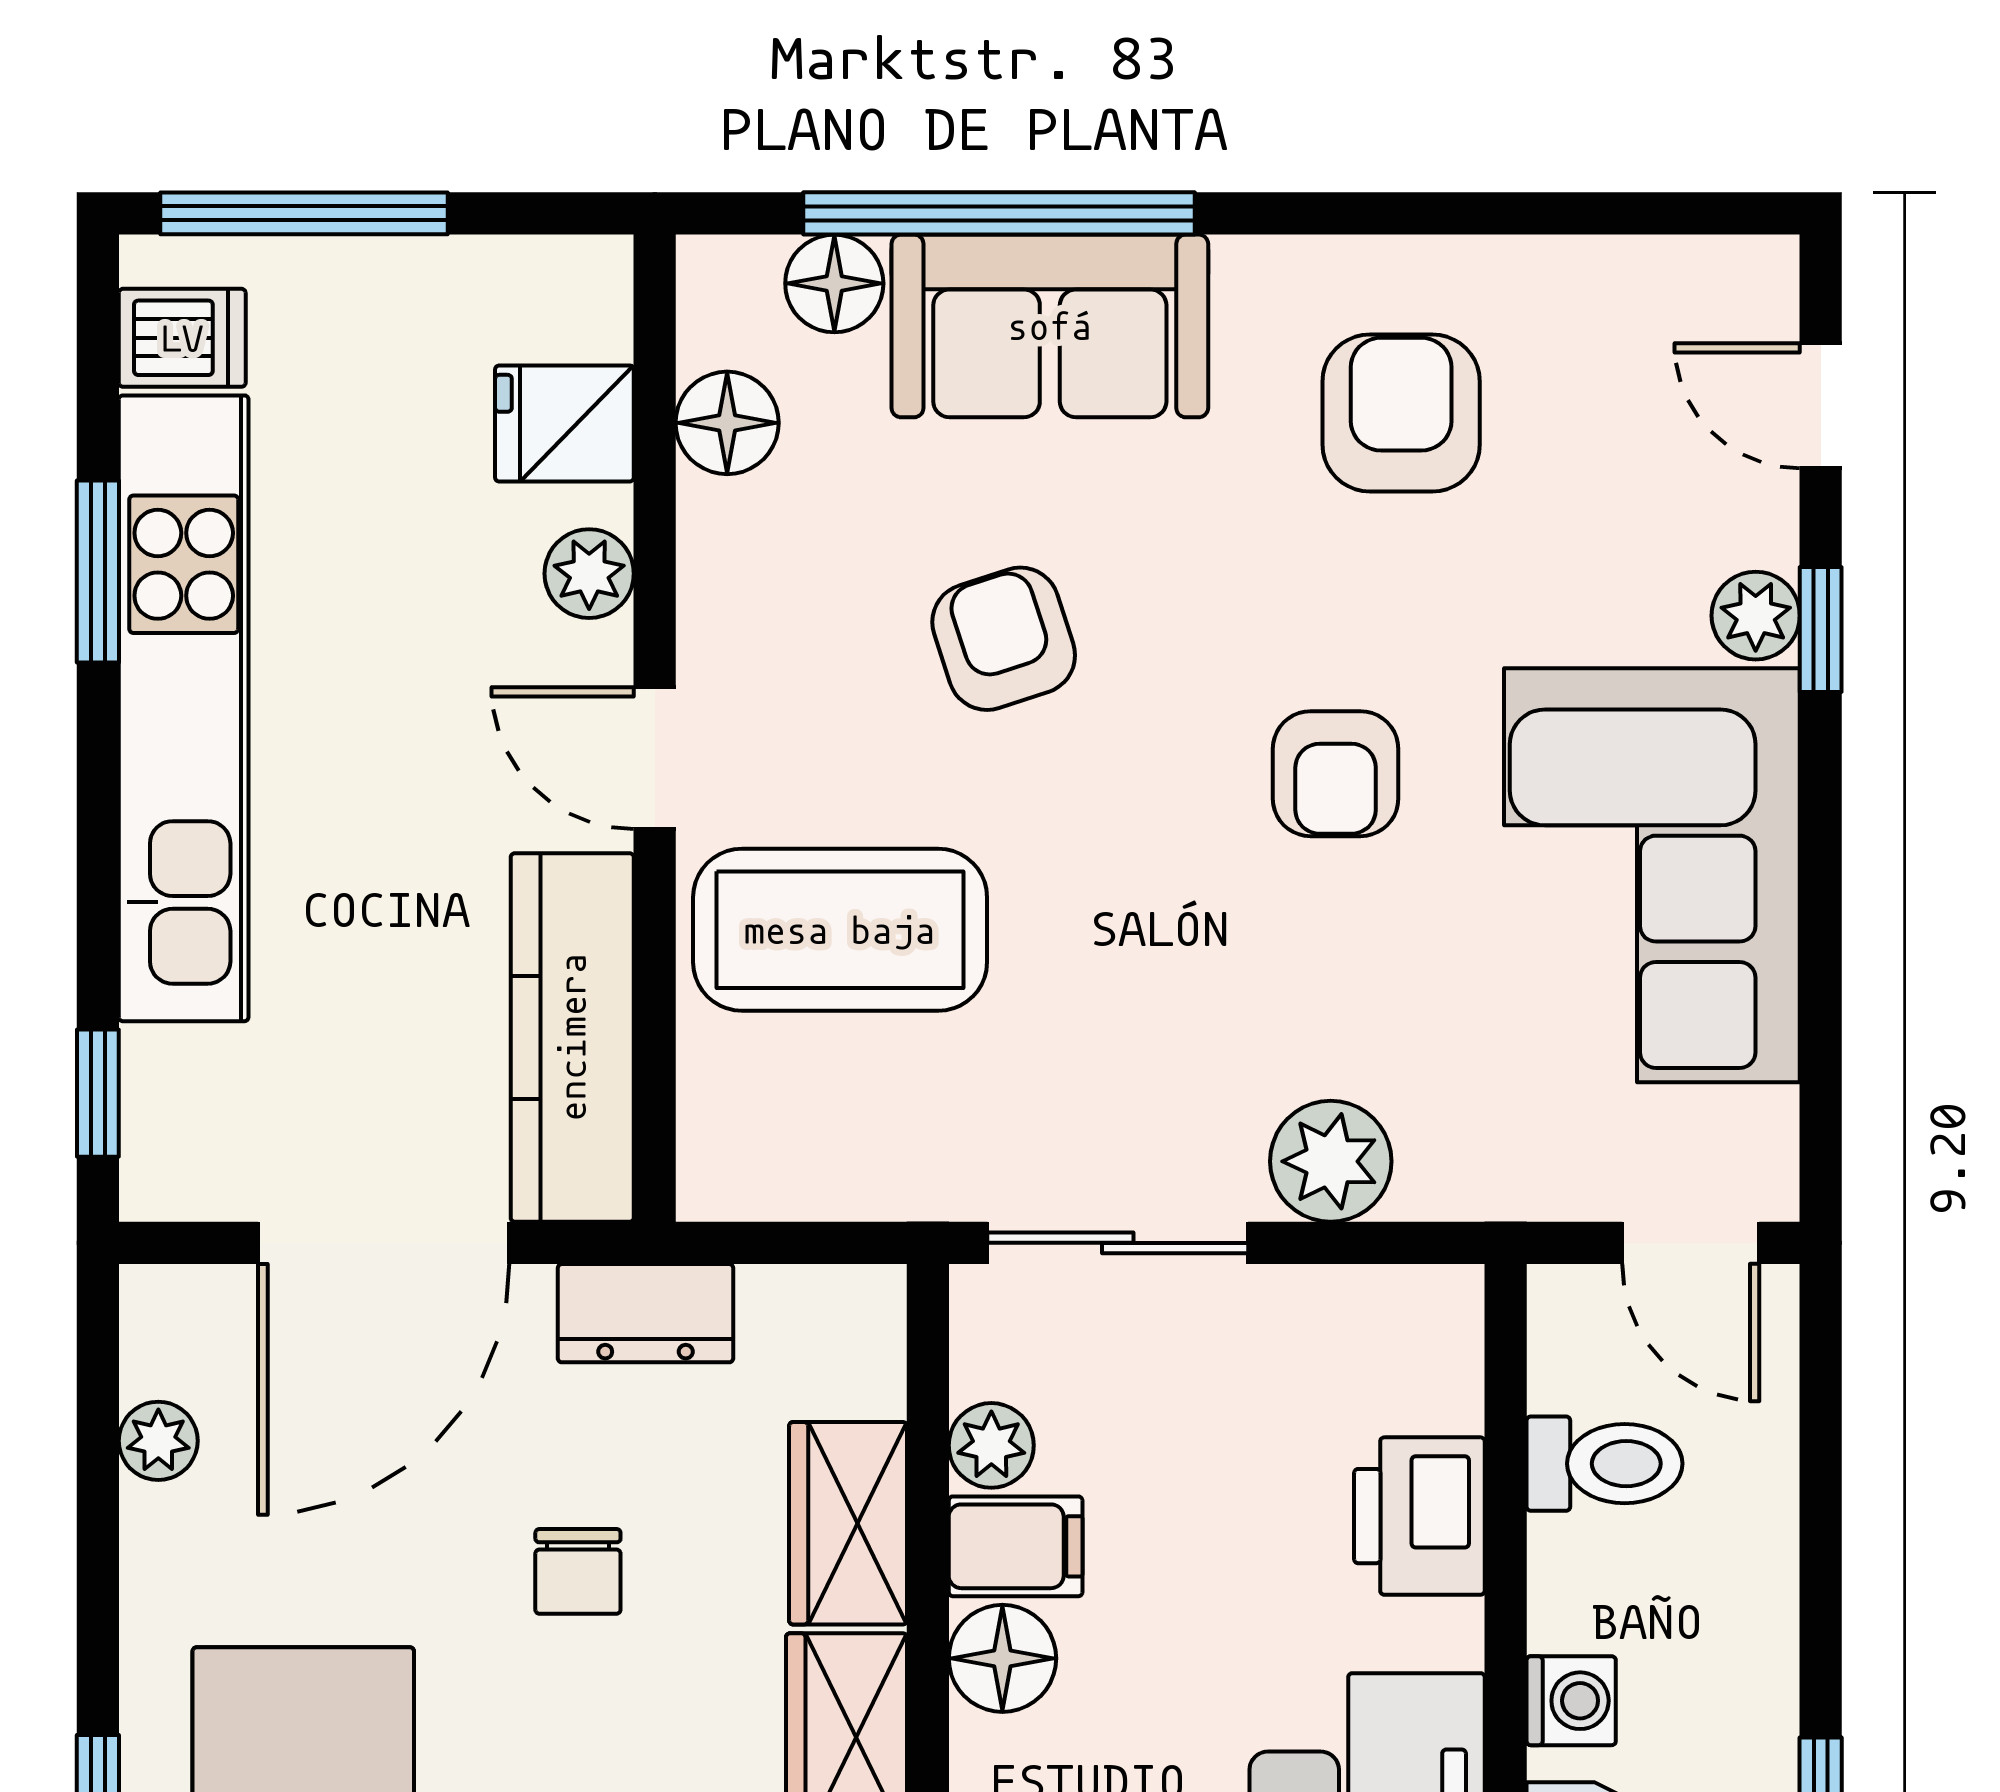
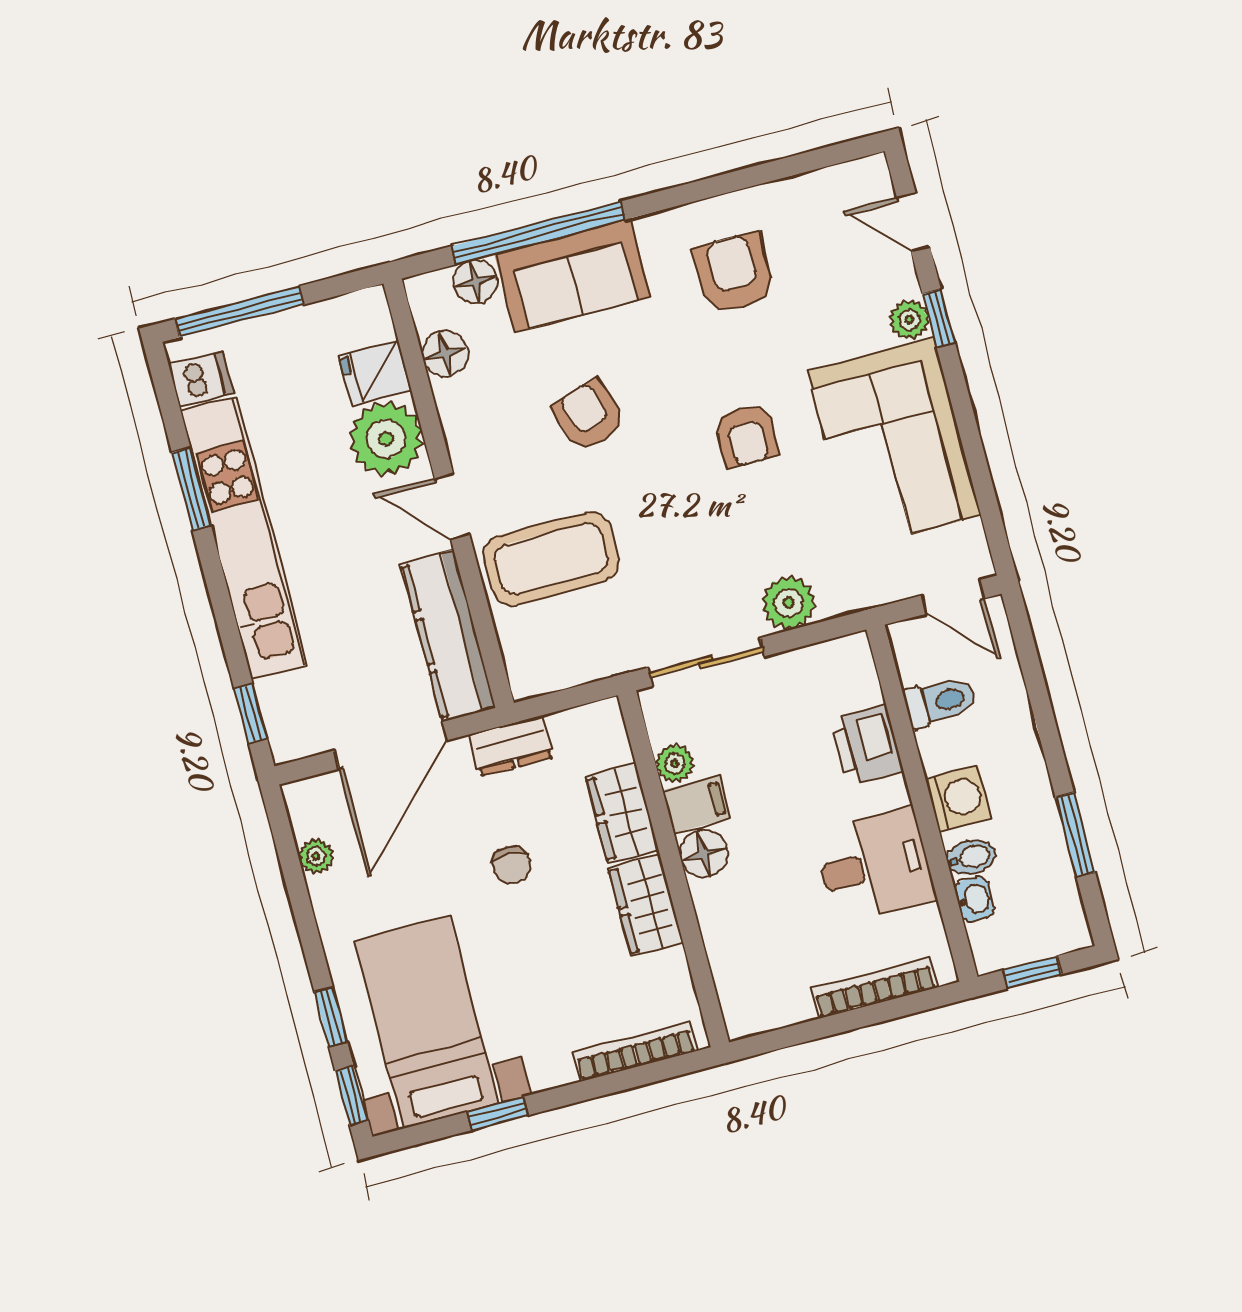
plant: (589, 574) -> (386, 439), width x1.87, depth x1.87
washing machine: (1571, 1701) -> (959, 798), width x1.38, depth x1.38

